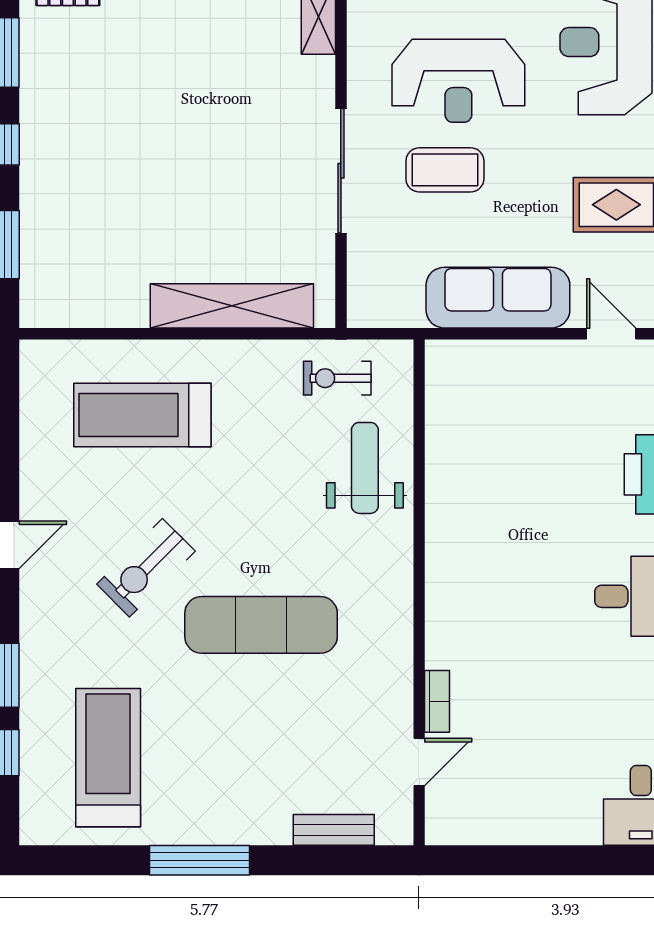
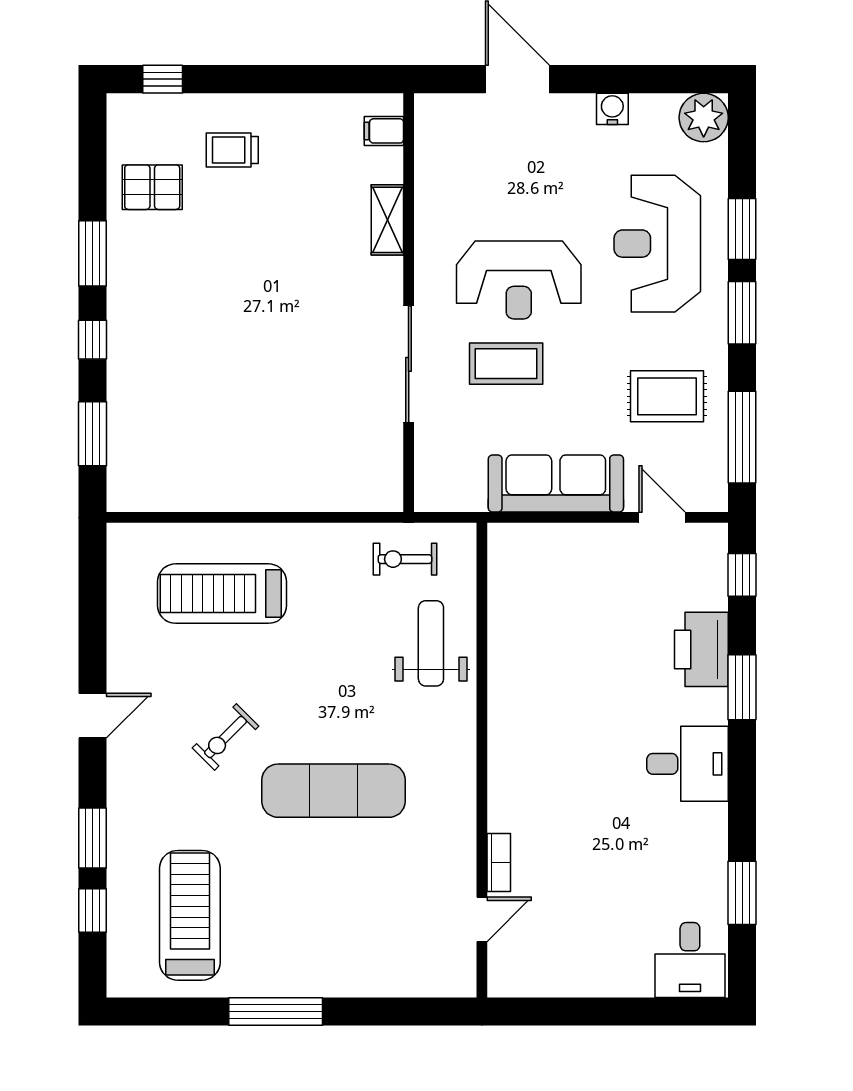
shelving: (232, 306) -> (306, 491), removed
exercise bike: (146, 568) -> (225, 737), width x0.73, depth x0.72
bench: (334, 830) -> (402, 983), removed

